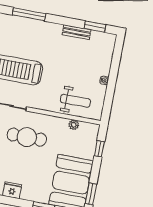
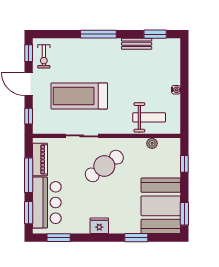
window: (29, 14) -> (98, 34), moved
cafe table: (27, 137) -> (104, 166), turned -36

